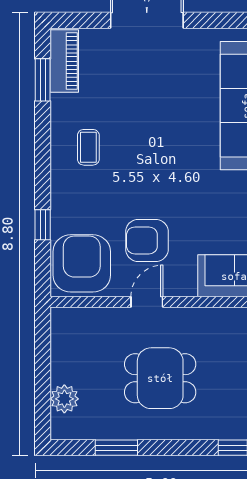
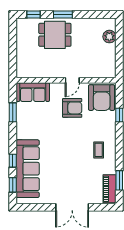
dining table: (160, 378) -> (55, 35), moved
window: (116, 448) -> (63, 15), moved

